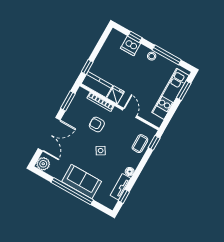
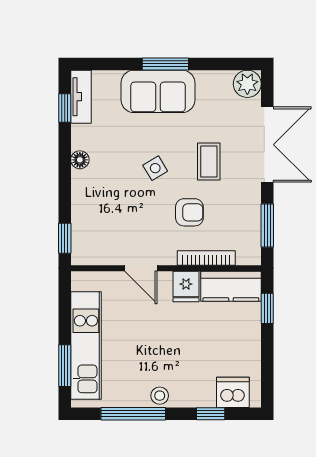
dishwasher: (130, 46) -> (233, 392), moved
double door: (49, 134) -> (267, 145), swing flipped
coffee table: (140, 144) -> (209, 162), moved
tv unit: (120, 187) -> (81, 97), moved
window: (72, 191) -> (165, 64), width x0.47

